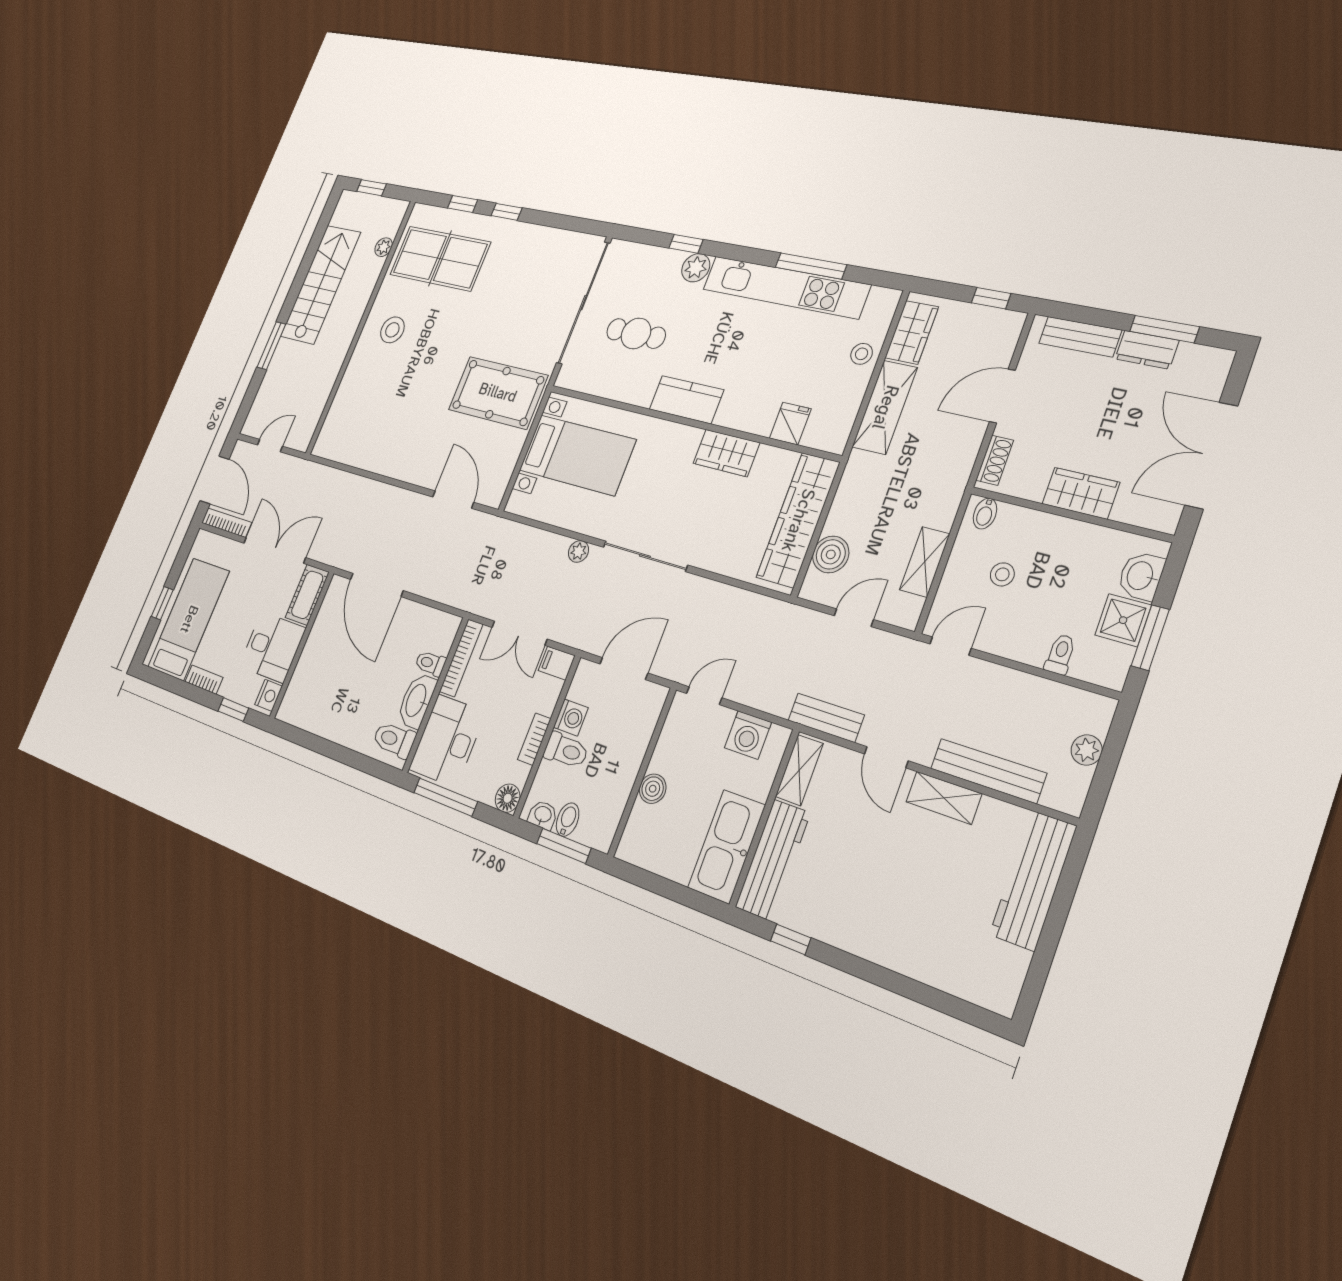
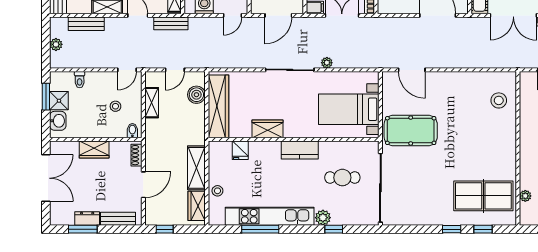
stool: (392, 330) -> (499, 100), moved
bench: (988, 771) -> (86, 24), width x0.73

